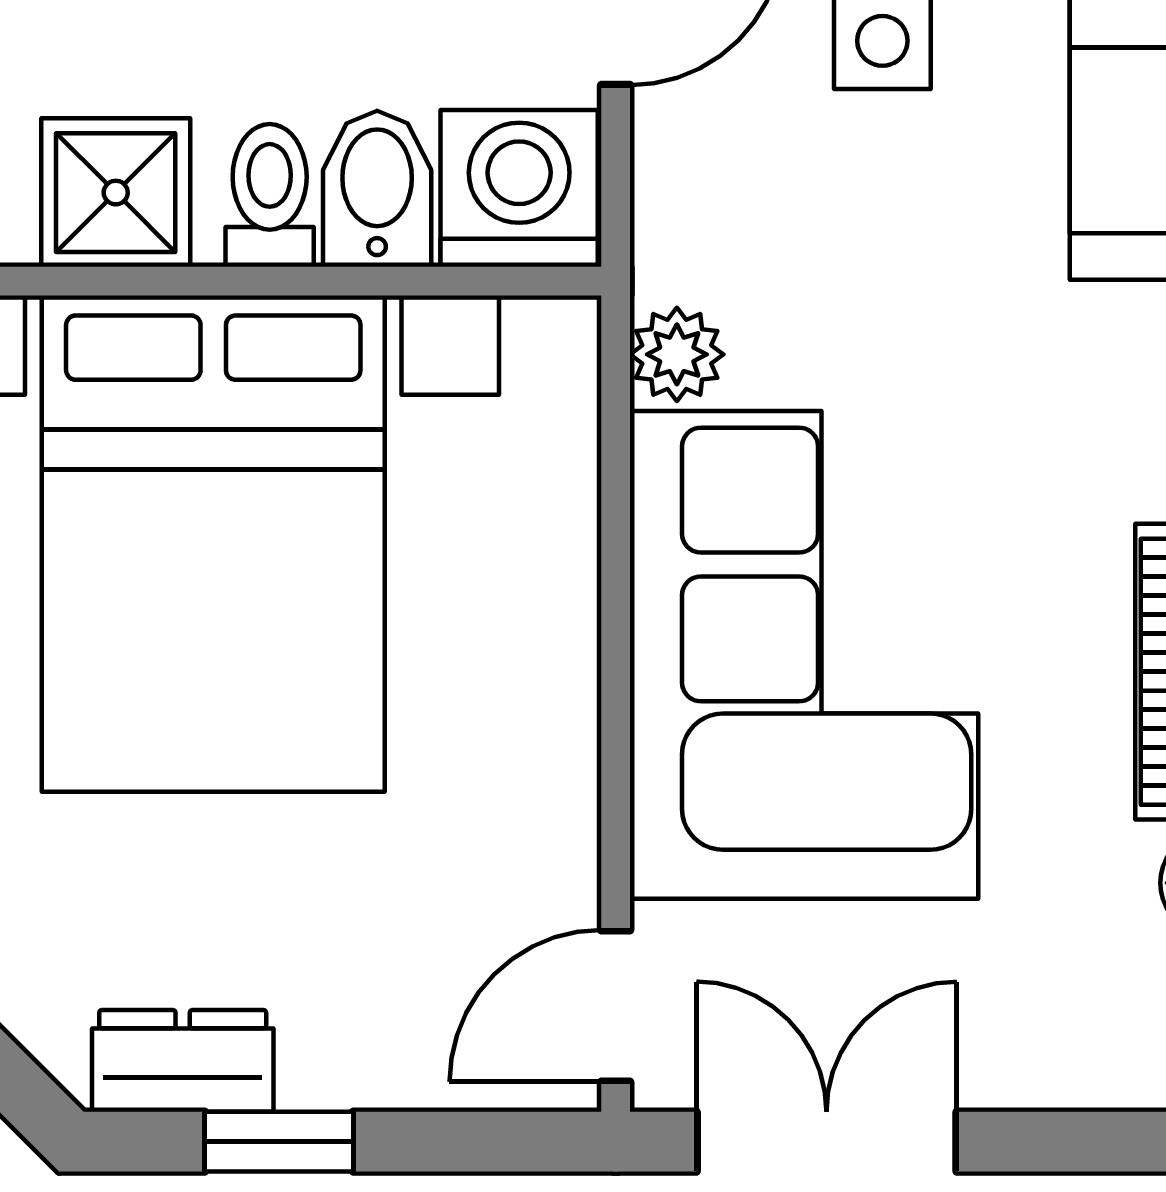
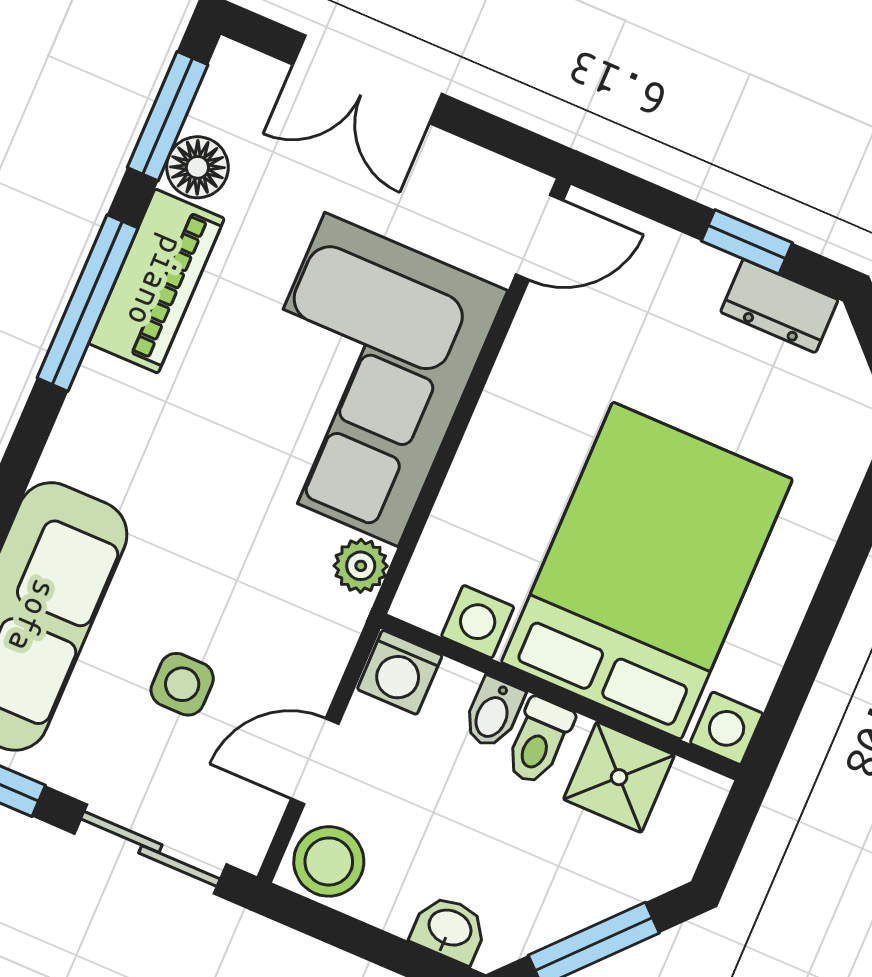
washing machine: (519, 188) -> (400, 672), width x0.73, depth x0.73
bidet: (377, 189) -> (493, 713), width x0.72, depth x0.74
double door: (827, 1142) -> (367, 79), moved

